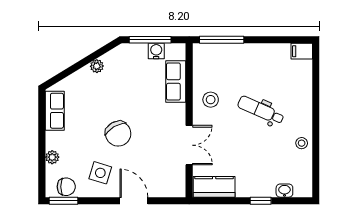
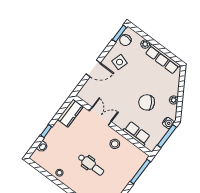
water cooler: (156, 51) -> (168, 123), moved
dental chair: (261, 110) -> (91, 165), turned 66
row of seats: (55, 111) -> (163, 59), width x1.48
chair: (118, 134) -> (147, 102), moved
double door: (189, 145) -> (100, 116), swing flipped

